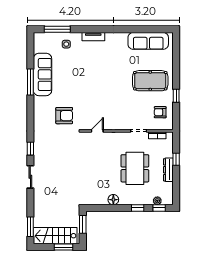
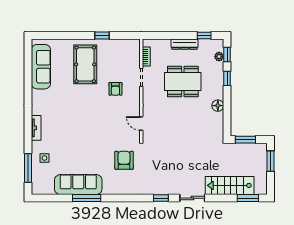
armchair: (160, 112) -> (115, 89), moved
window: (176, 159) -> (204, 36), moved
stairs: (55, 236) -> (230, 185), moved, turned 90

